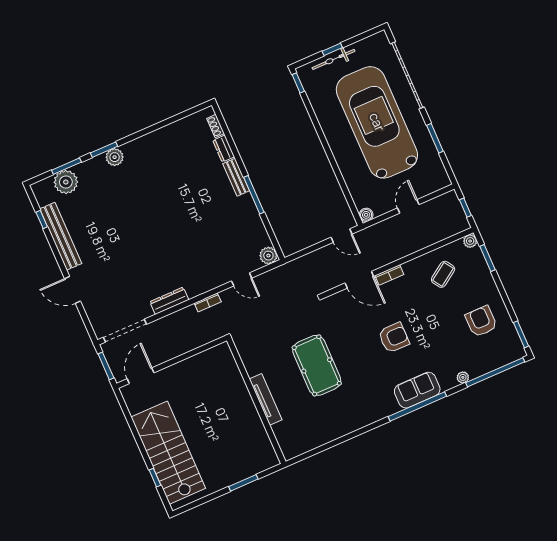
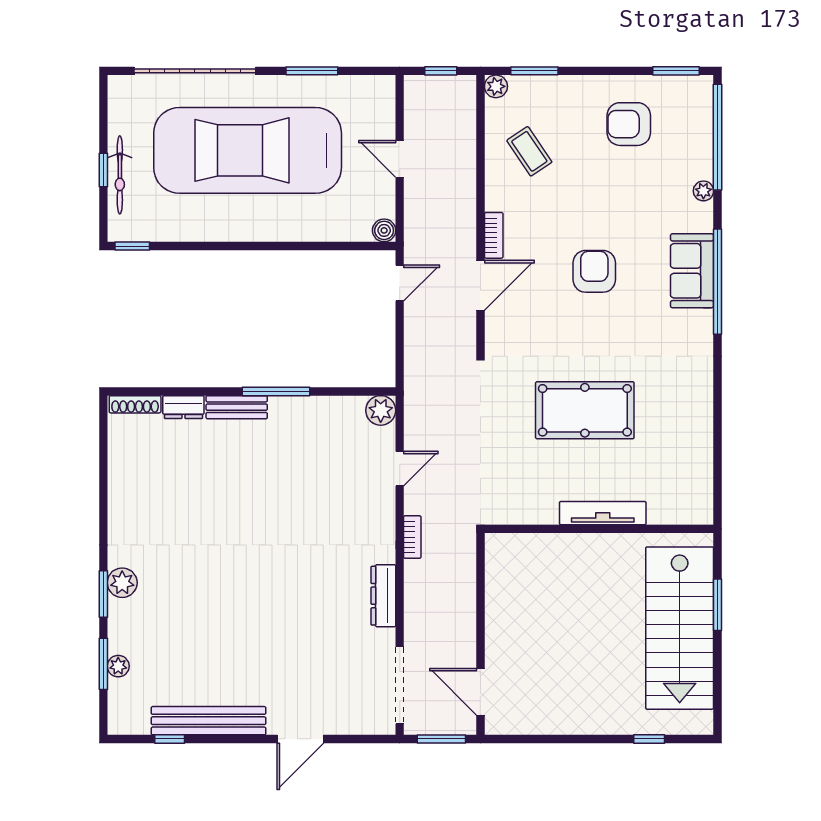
shoe rack: (215, 126) -> (135, 404), width x1.43
plant: (66, 182) -> (118, 666), width x0.53, depth x0.53
stairs: (168, 453) -> (680, 628), moved, turned -90

